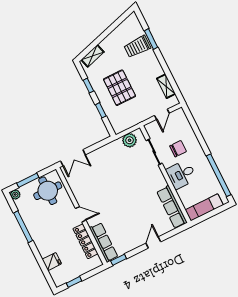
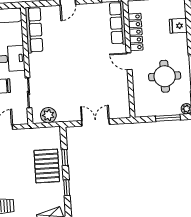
pallet: (120, 88) -> (47, 166), moved
double door: (73, 158) -> (95, 123), moved
round table: (48, 191) -> (165, 76), moved

